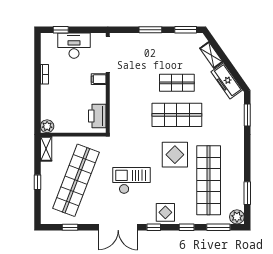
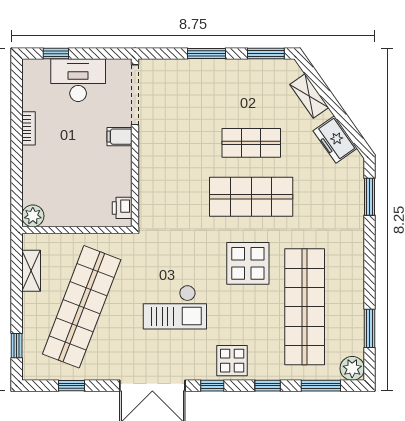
freezer: (227, 81) -> (335, 139), width x0.71
printer: (97, 116) -> (122, 208), width x0.53, depth x0.68
shelving: (46, 149) -> (31, 271), moved
checkout: (132, 181) -> (175, 307), turned 180
window: (37, 182) -> (17, 346), moved

